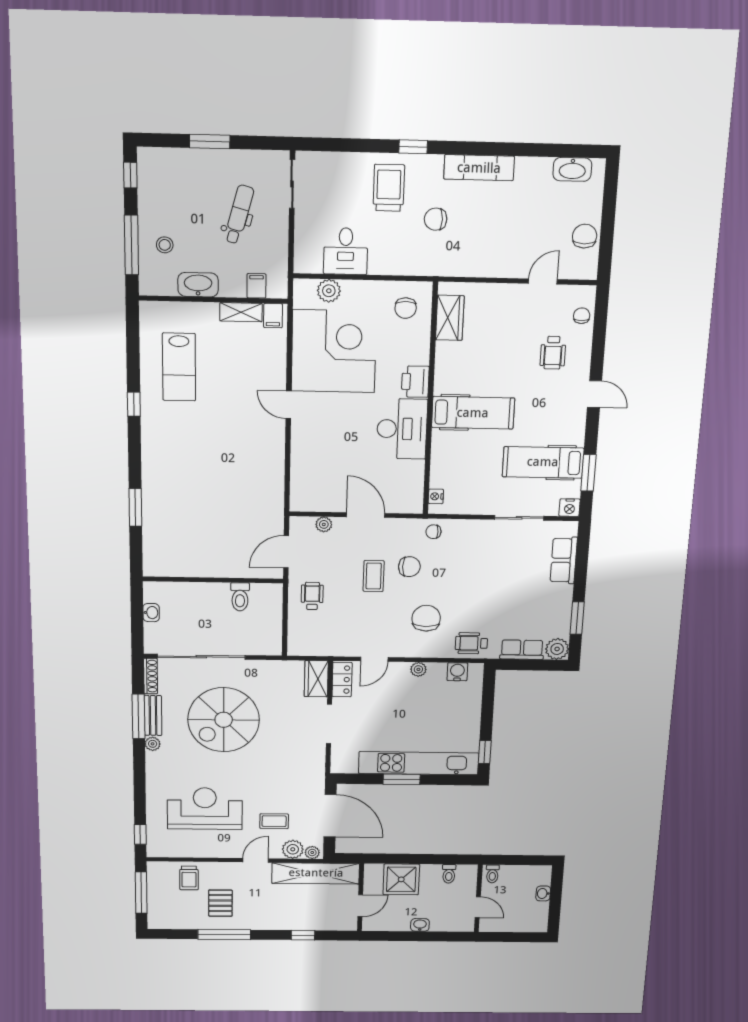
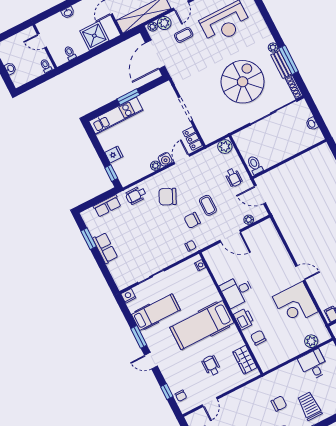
trolley: (389, 188) -> (310, 406), turned 180
chair: (406, 308) -> (258, 338), moved
window: (599, 334) -> (167, 392), added
corner desk: (334, 351) -> (295, 304), width x0.74, depth x0.74
wheelchair: (553, 353) -> (211, 366), moved
hospital bed: (473, 413) -> (202, 325), width x1.37, depth x1.29
desk: (402, 429) -> (237, 291), width x0.73
window: (588, 473) -> (139, 337), moved
door: (286, 552) -> (260, 195), swing flipped
row of seats: (564, 560) -> (105, 248), moved
toilet: (240, 597) -> (255, 165), moved
chair: (426, 618) -> (168, 197), turned 115
wheelchair: (471, 643) -> (136, 195), turned 180
plant: (557, 649) -> (225, 147), moved
water cooler: (457, 672) -> (165, 159), moved
wardrobe: (316, 679) -> (206, 132), removed
fridge: (469, 714) -> (114, 155), added
window: (485, 752) -> (111, 173), moved
kitchen unit: (419, 763) -> (116, 116), width x0.73
door: (330, 816) -> (155, 54), hinge flipped

